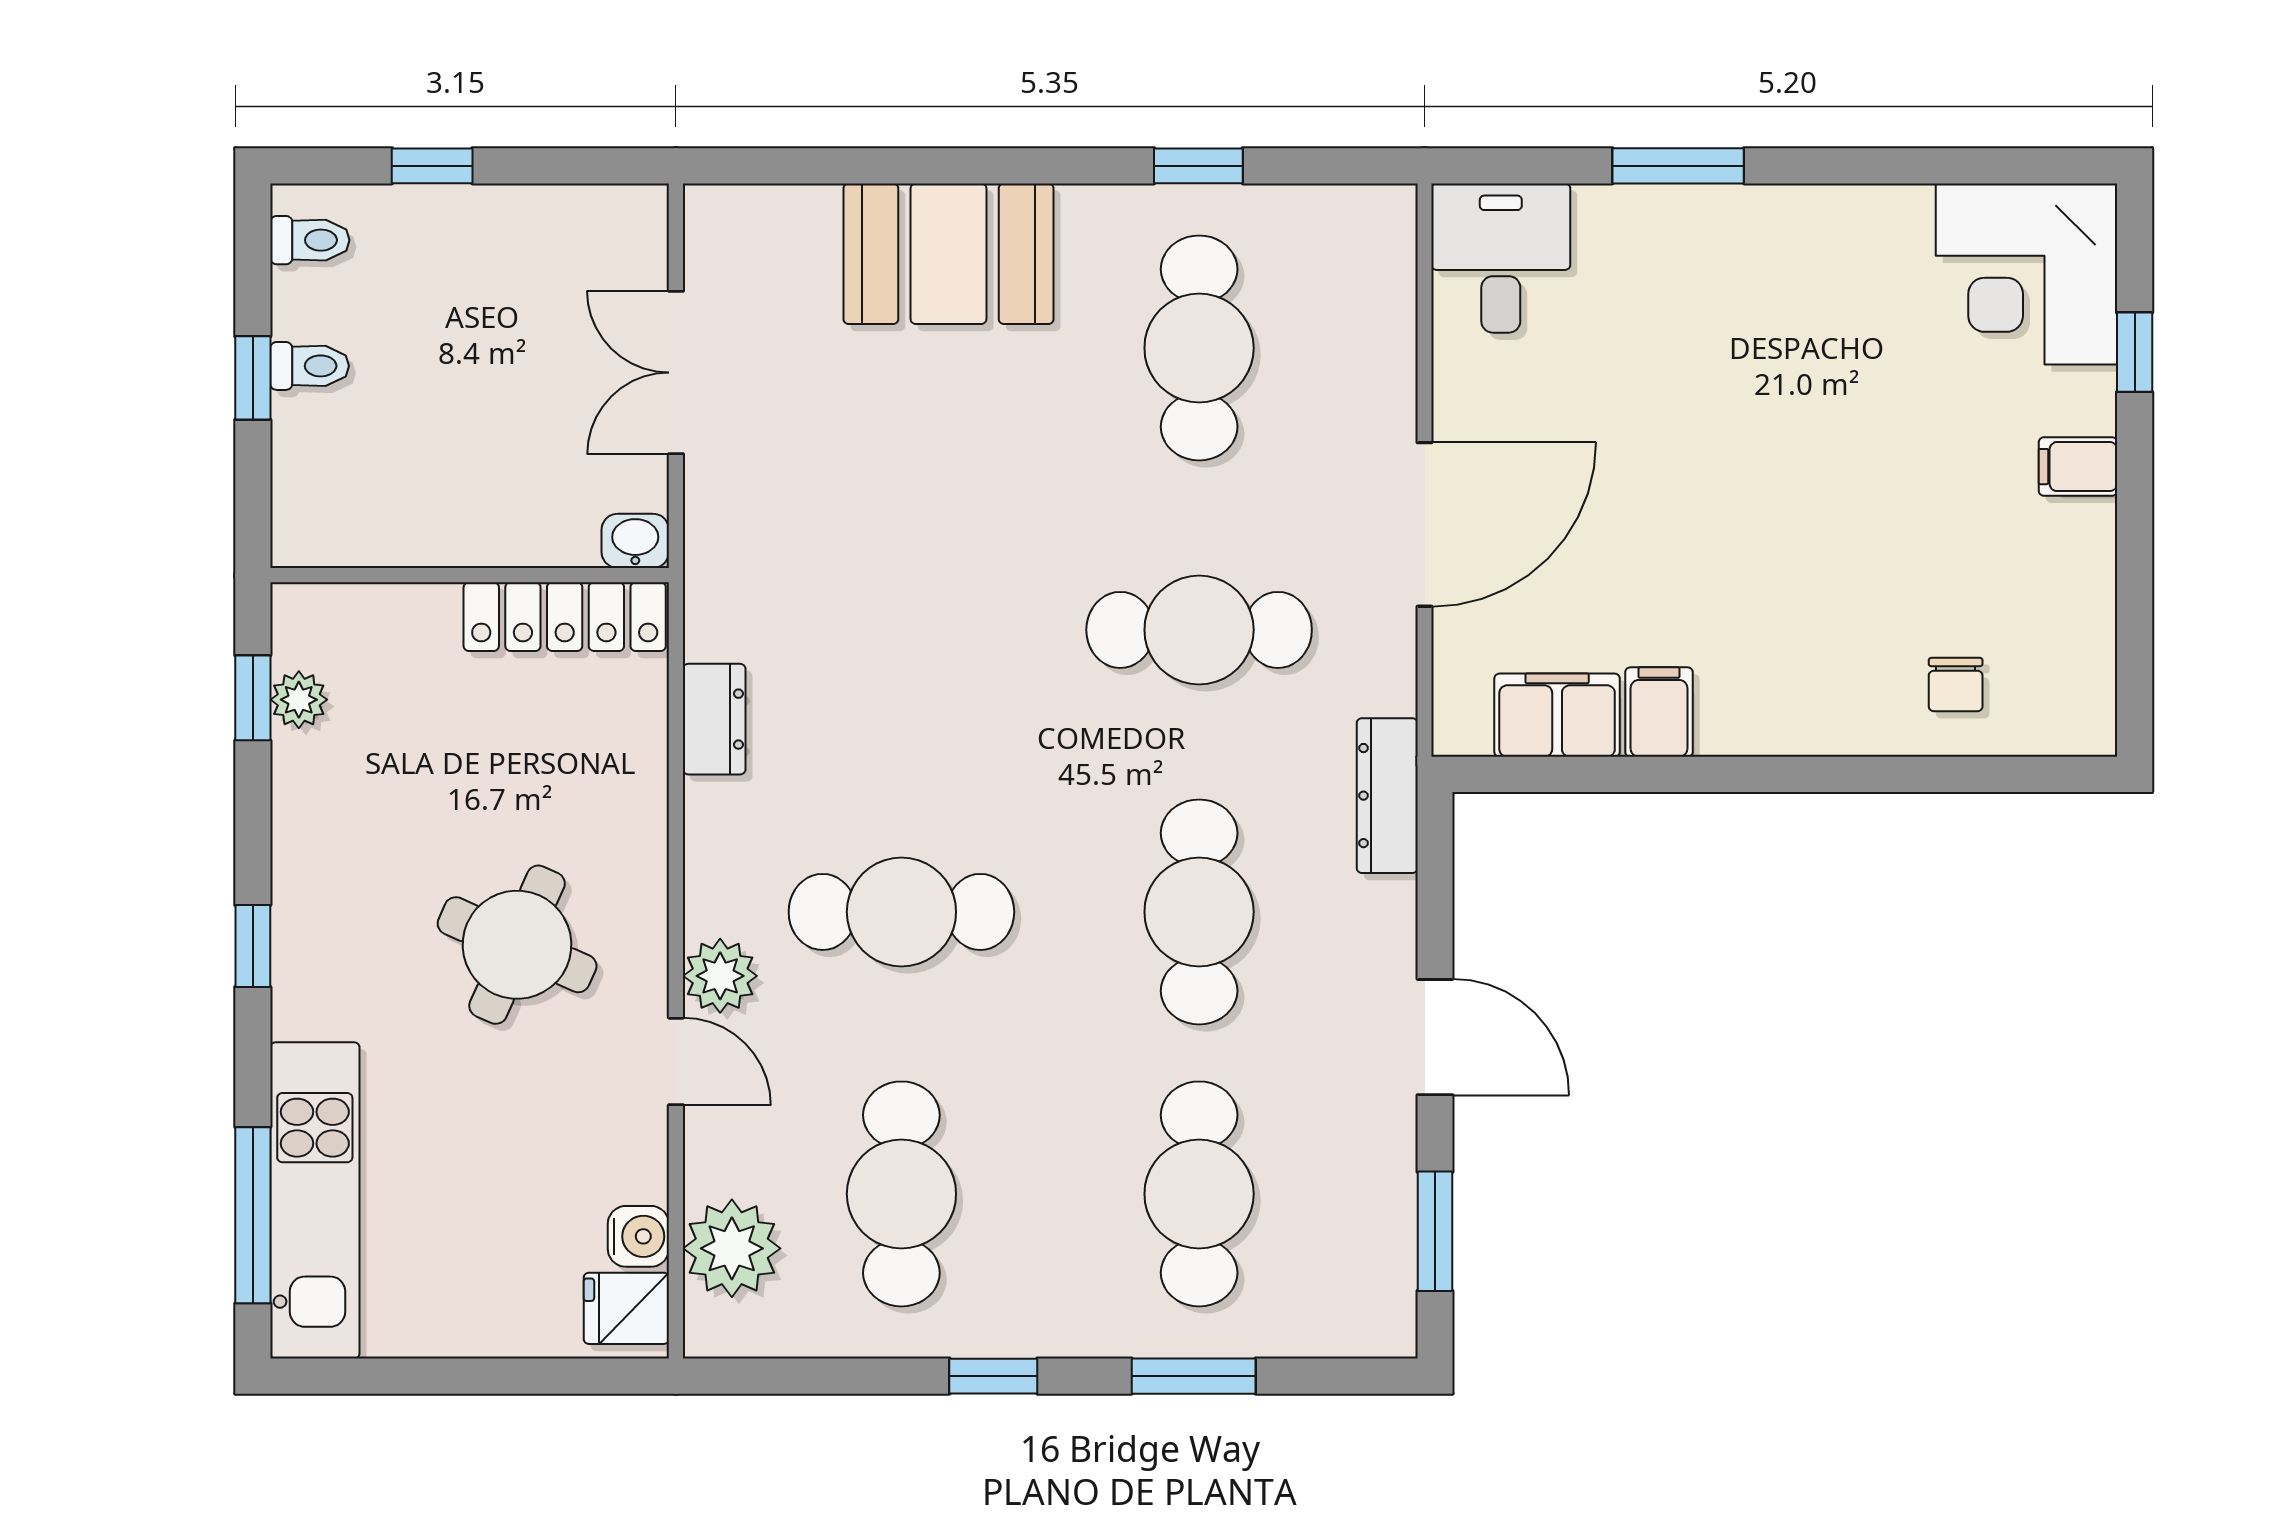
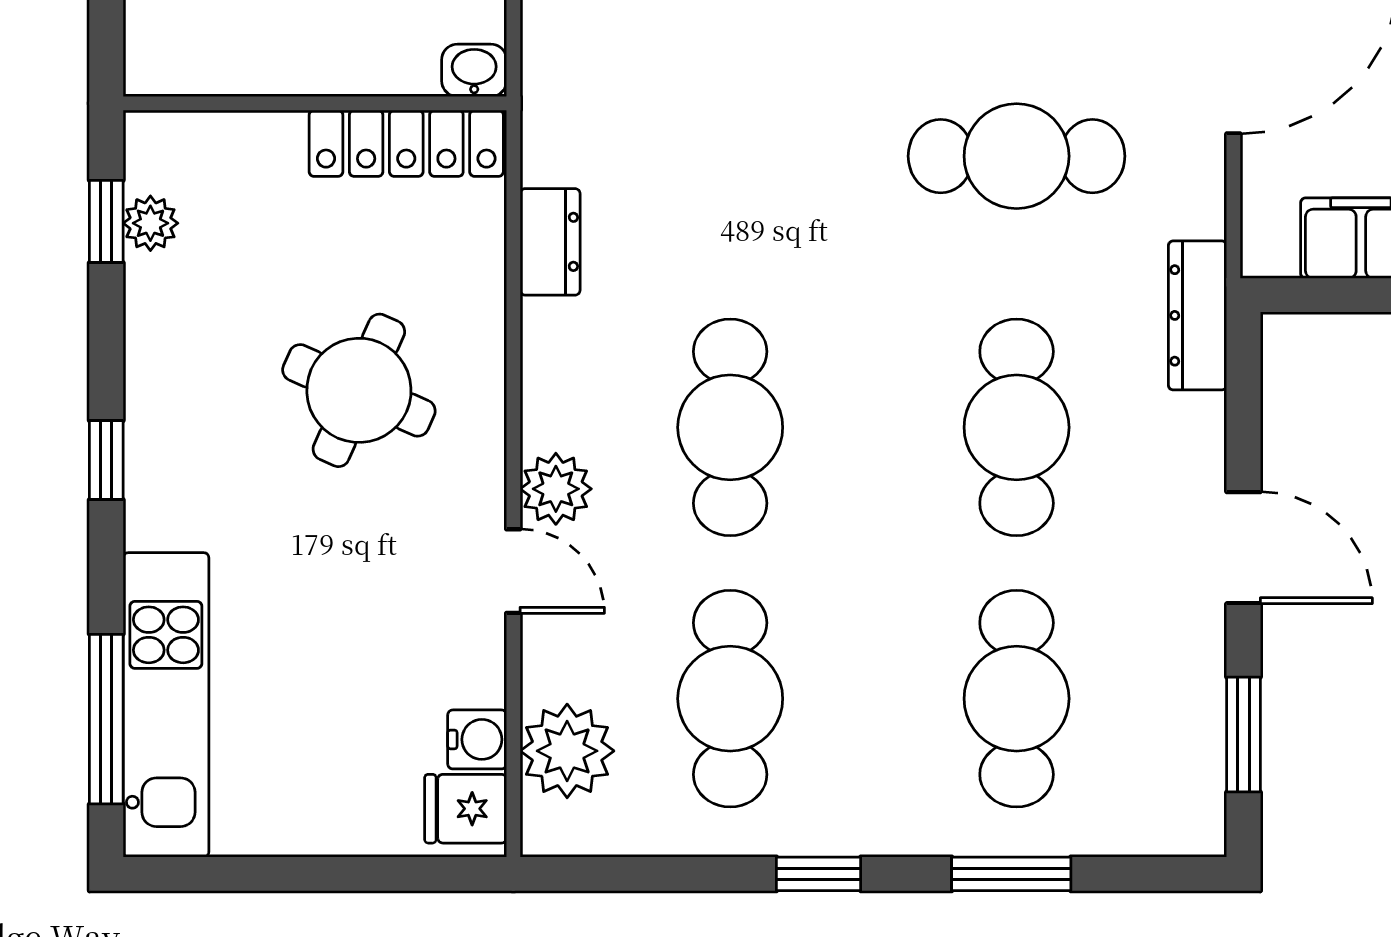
cafe table: (901, 912) -> (730, 427), turned 90
round table: (517, 945) -> (359, 390), moved

